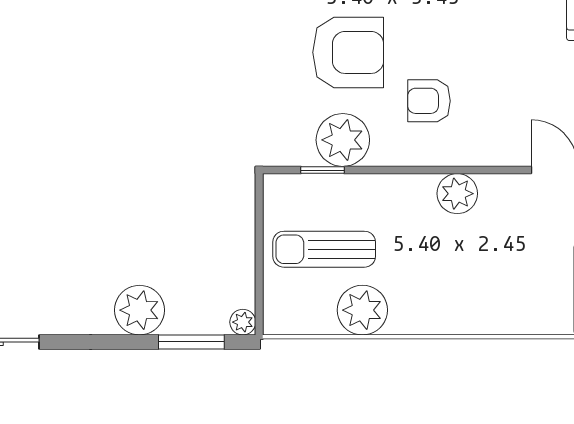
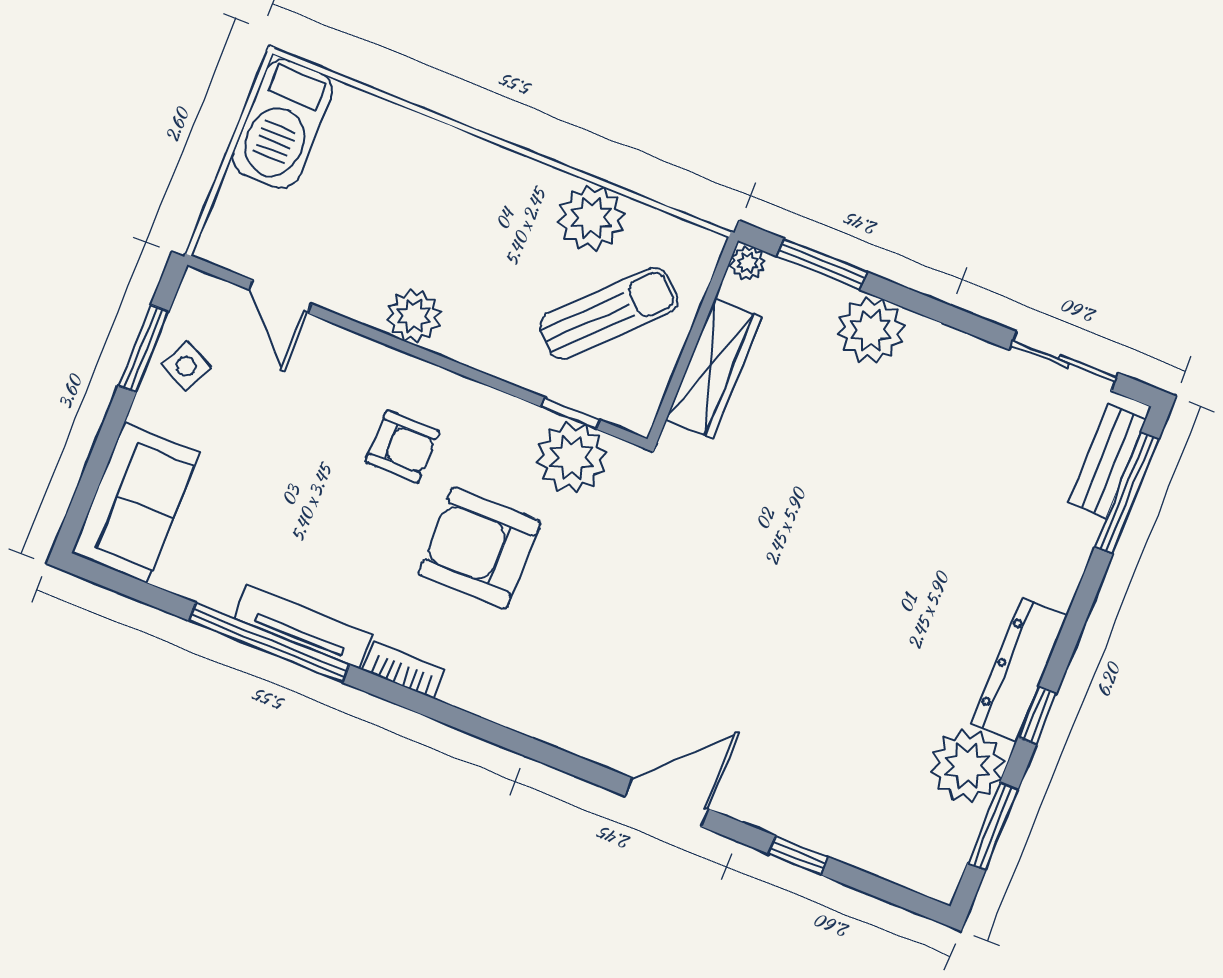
plant: (343, 140) -> (572, 457), moved
wardrobe: (237, 240) -> (714, 368), added
sun lounger: (324, 249) -> (609, 313), turned -46

